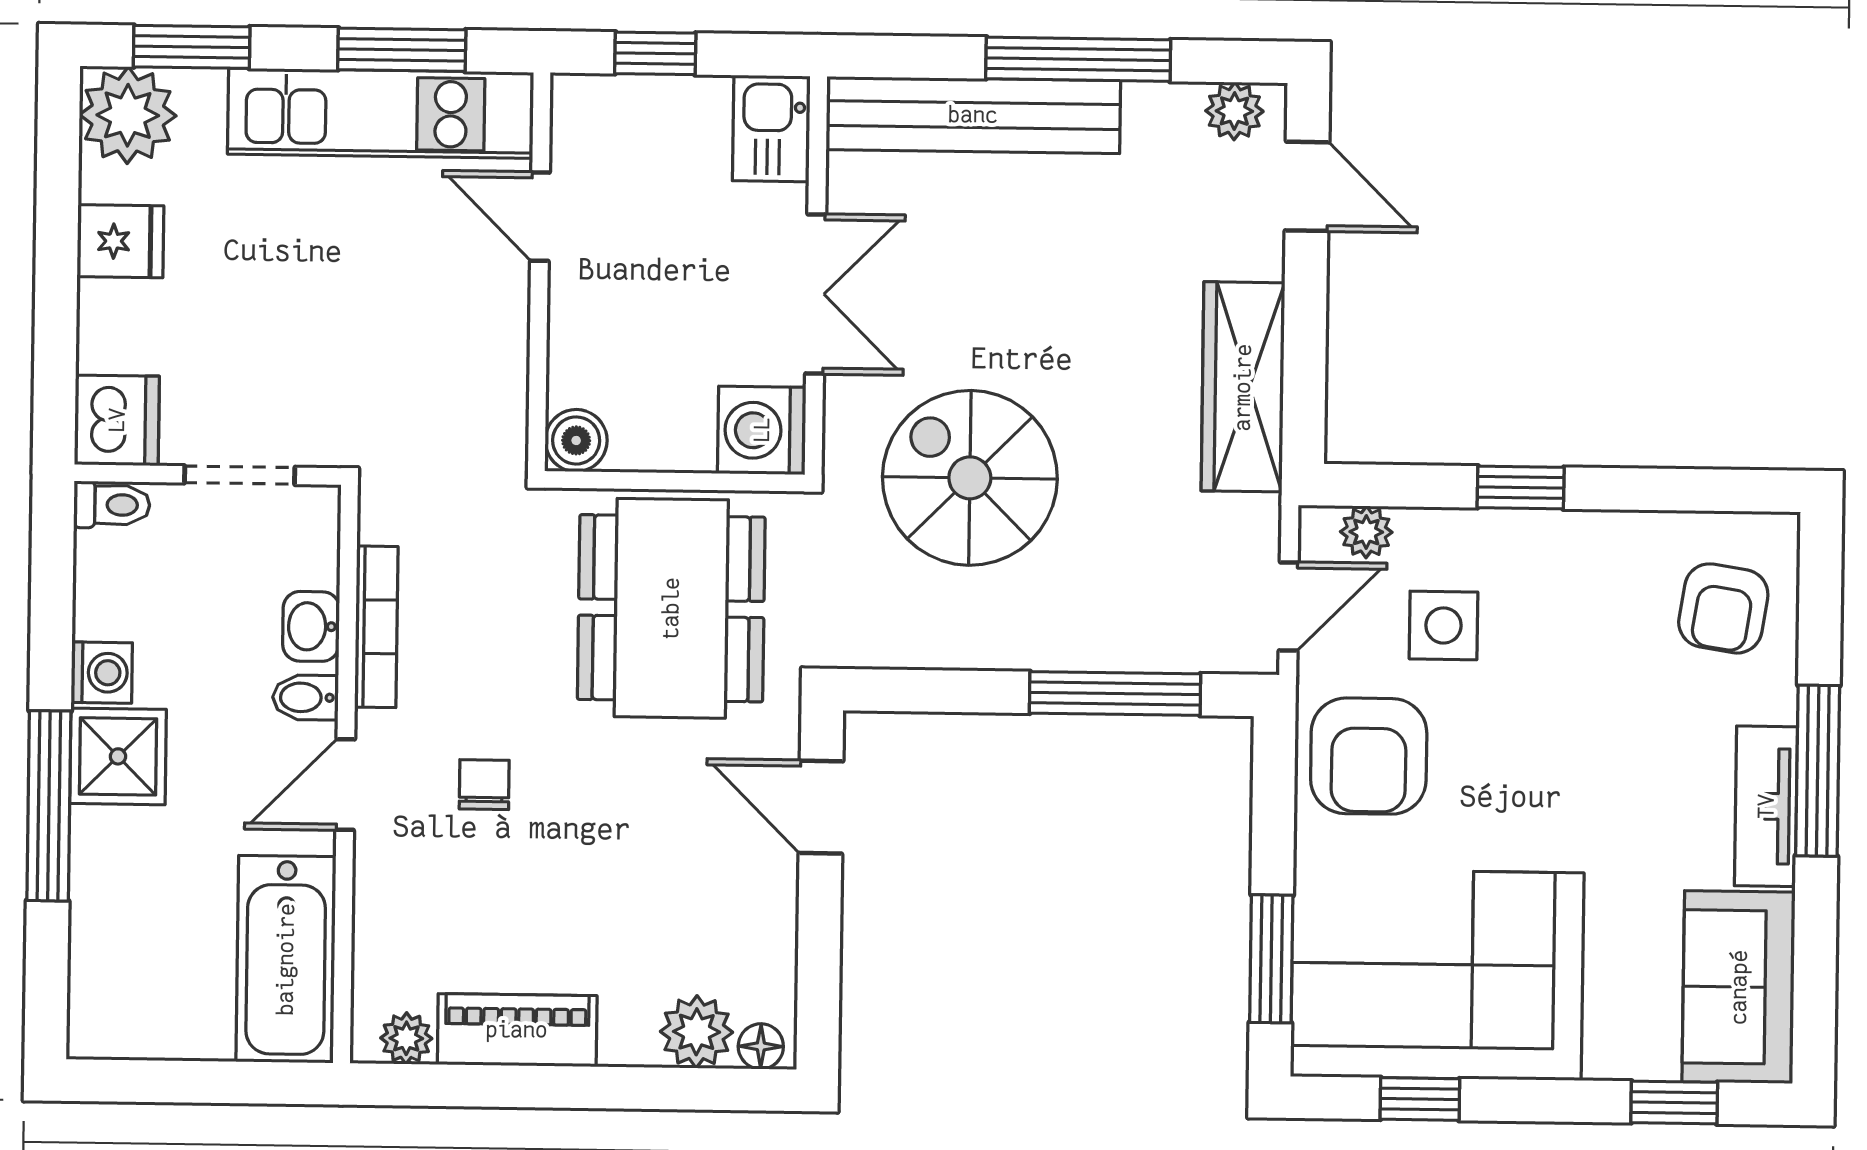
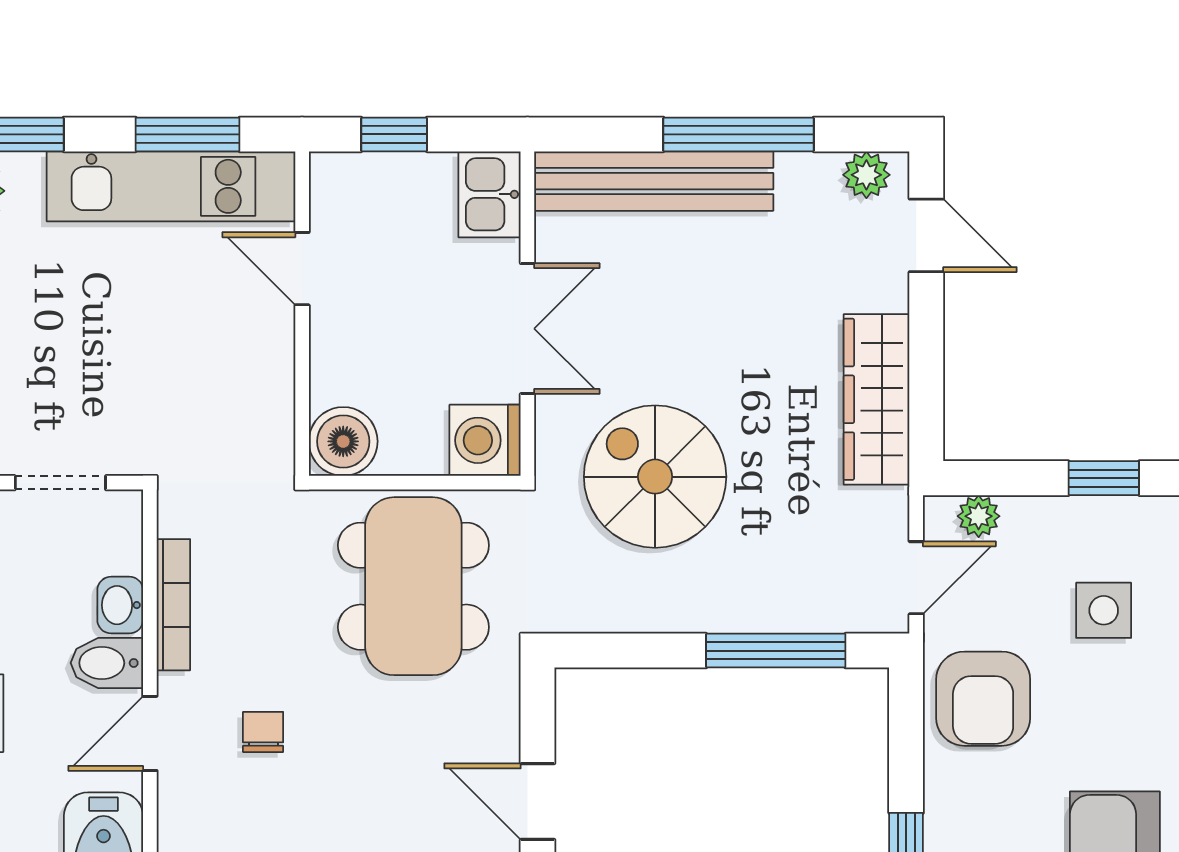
boiler: (576, 440) -> (343, 441), width x1.36, depth x1.36
side table: (1443, 625) -> (1104, 610), moved
bidet: (305, 697) -> (107, 663), width x1.38, depth x1.36
door: (821, 807) -> (538, 801), moved

